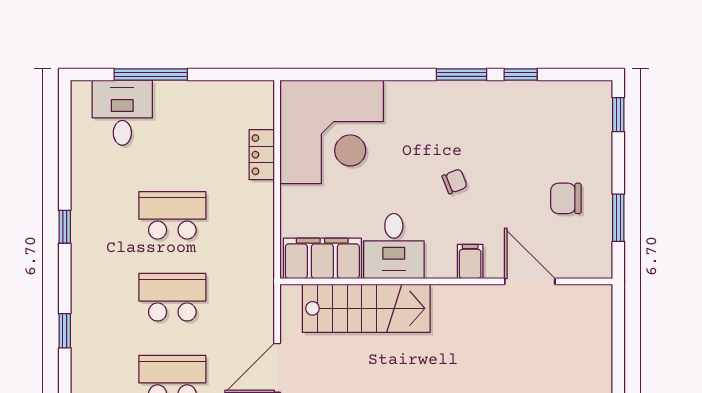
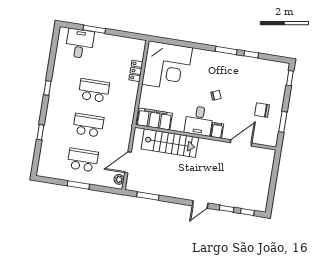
window: (151, 75) -> (94, 29), width x0.69
desk: (394, 246) -> (199, 121), moved
door: (530, 281) -> (241, 143), hinge flipped

